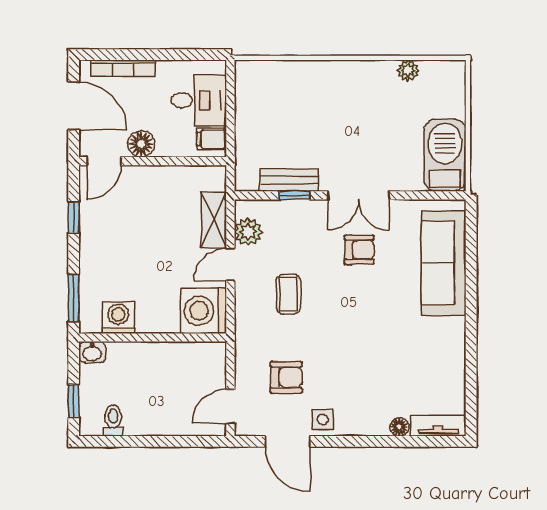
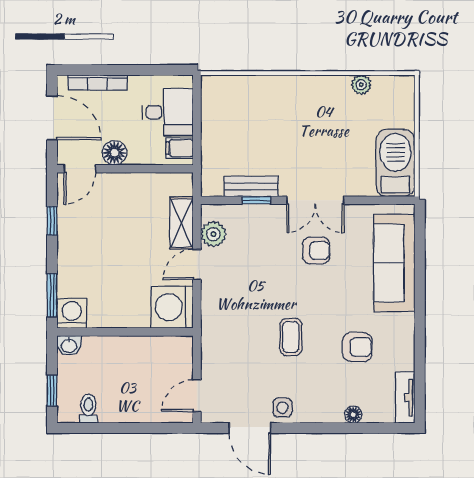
coffee table: (288, 294) -> (291, 337), moved
washing machine: (118, 318) -> (72, 313), moved
armchair: (286, 377) -> (357, 347), moved
tv unit: (438, 426) -> (405, 398), moved, turned -90

